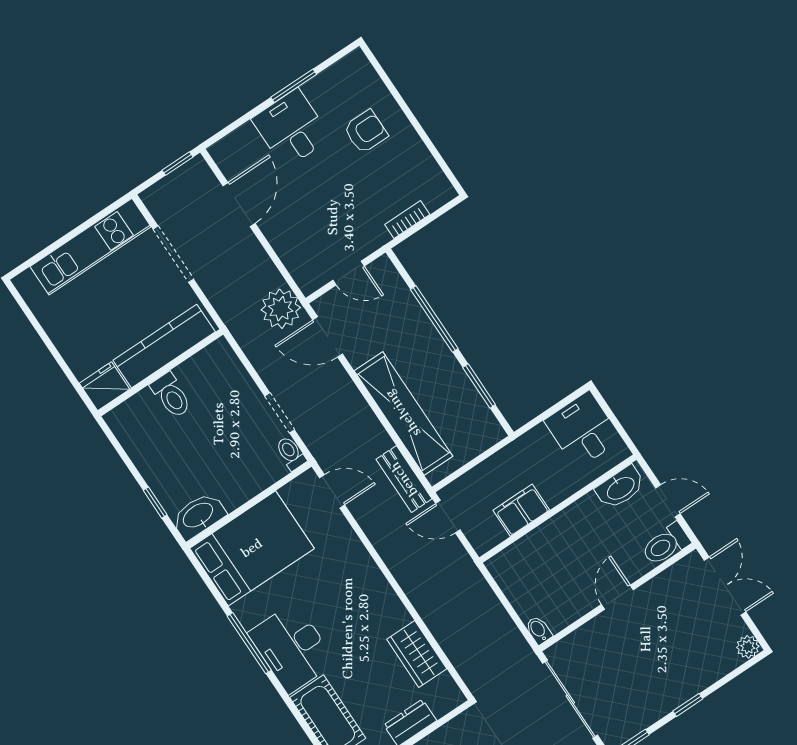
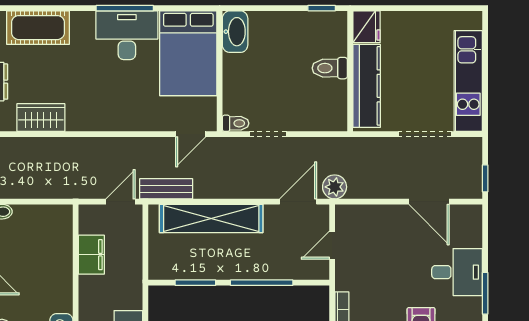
plant: (281, 309) -> (335, 187), width x0.73, depth x0.73
window: (155, 503) -> (322, 8), moved
desk: (292, 648) -> (127, 35), moved

